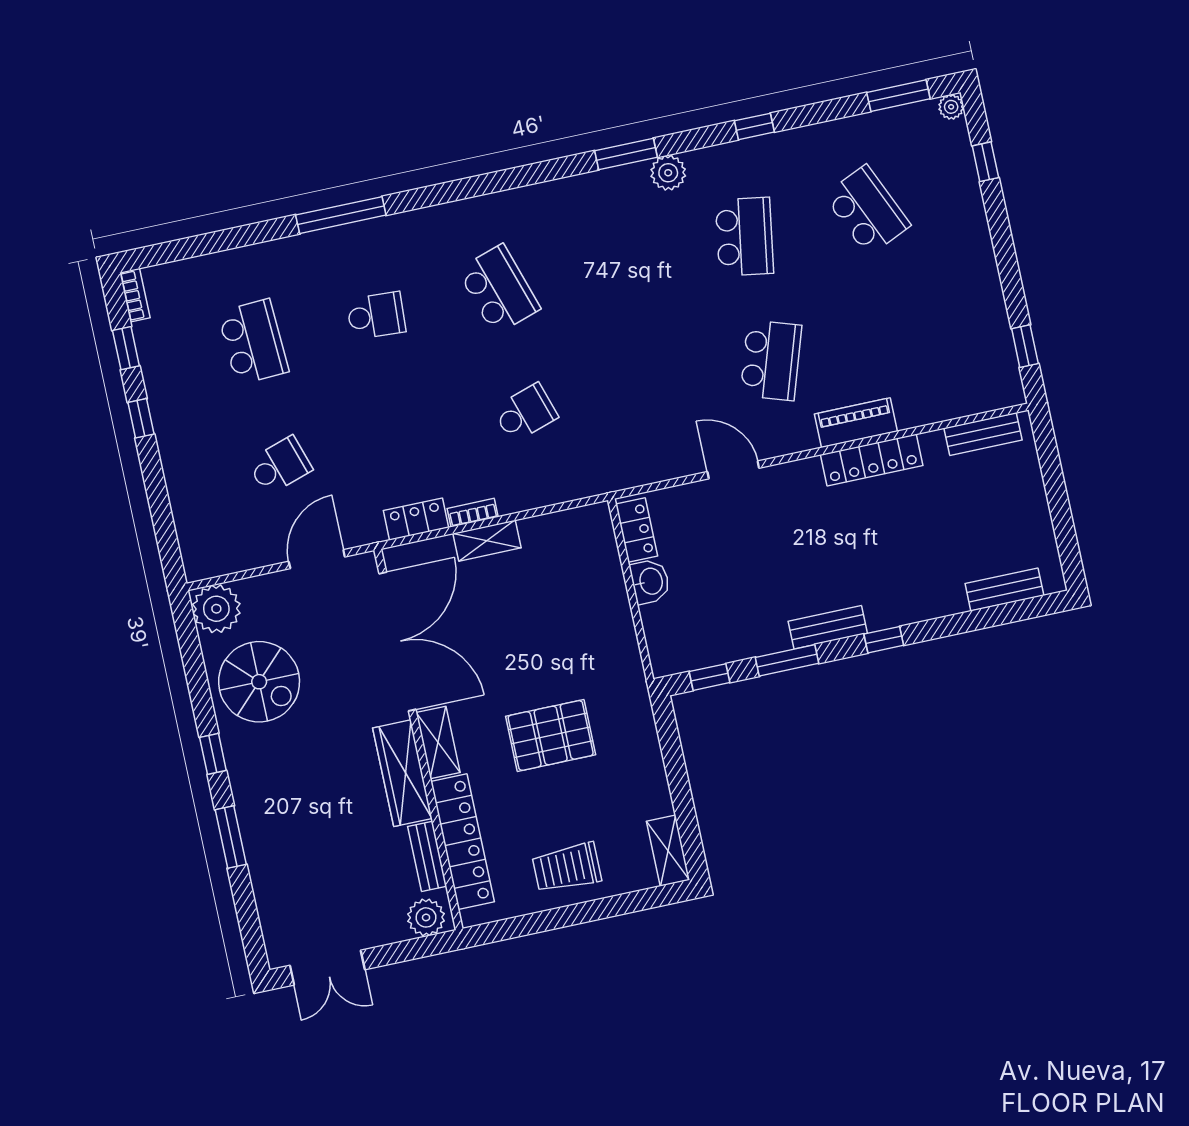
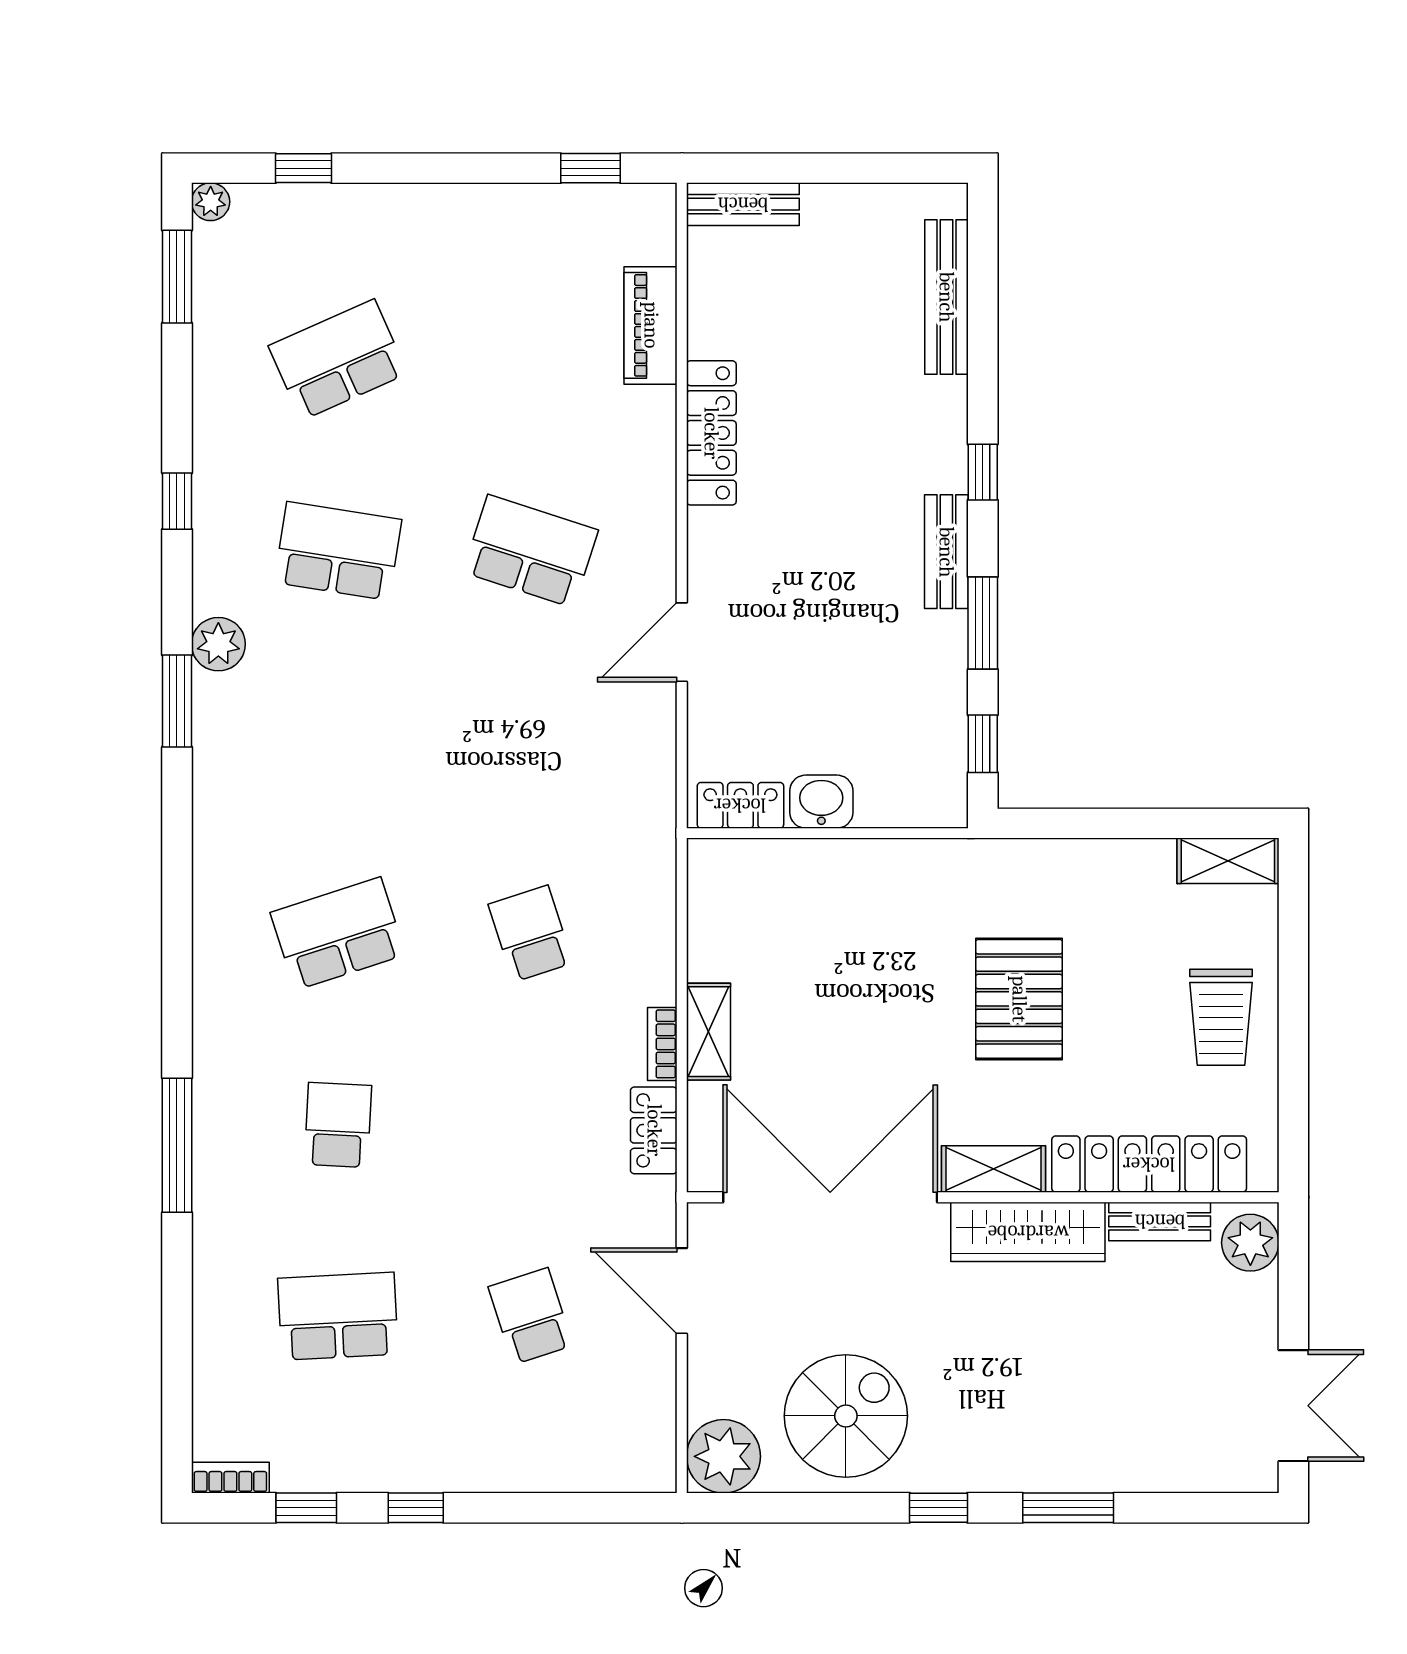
piano: (856, 423) -> (651, 325), moved
bench: (983, 434) -> (743, 204), moved, turned 90
bench: (1004, 589) -> (946, 297), width x1.36

